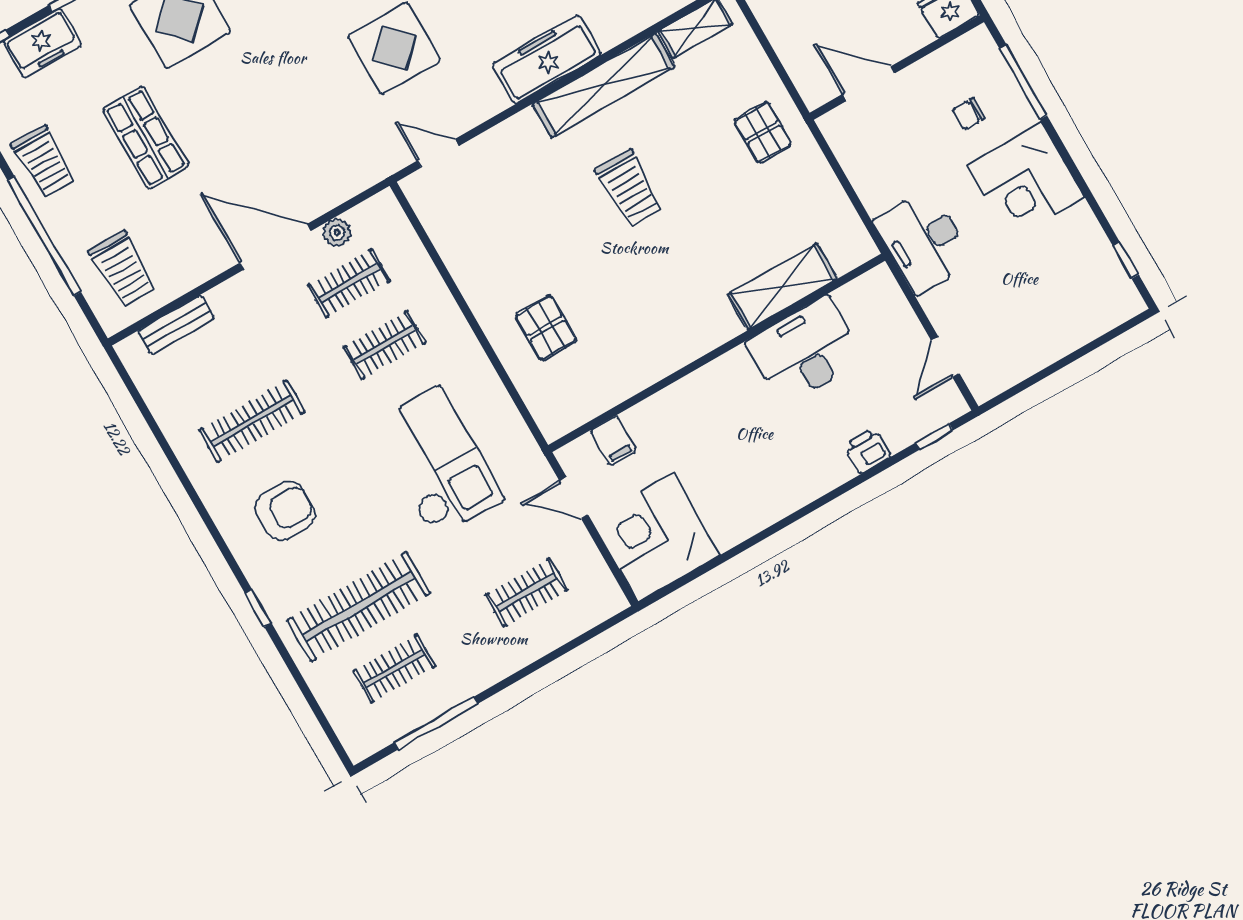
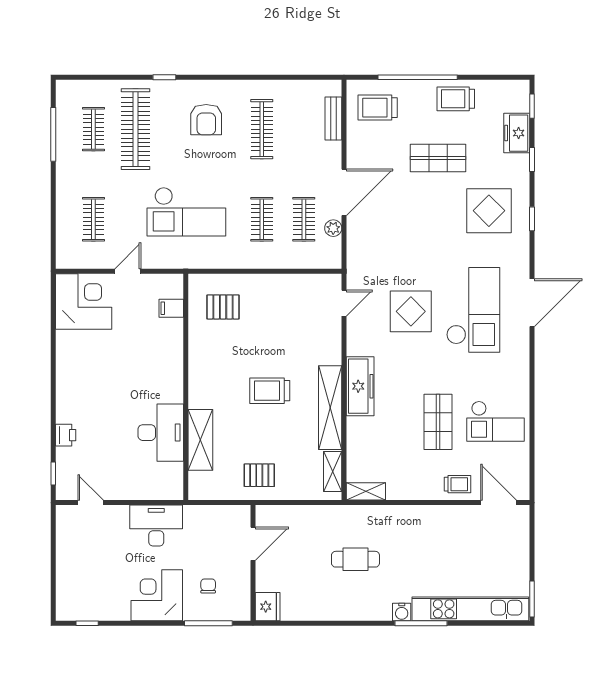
shelving: (782, 287) -> (200, 440), moved
desk: (805, 351) -> (161, 433), moved
wall: (717, 353) -> (186, 387), moved
filing cabinet: (613, 441) -> (171, 308), moved

